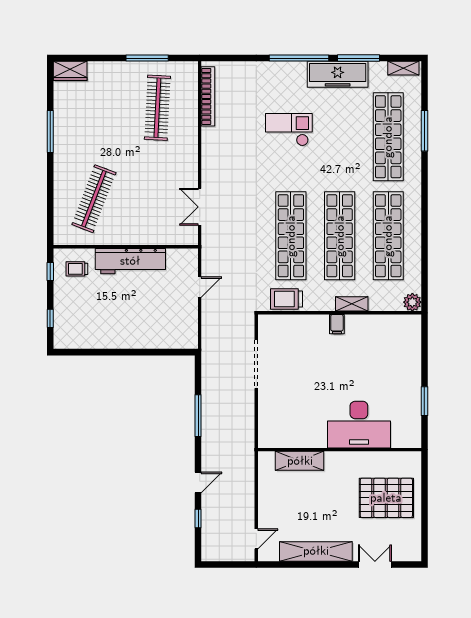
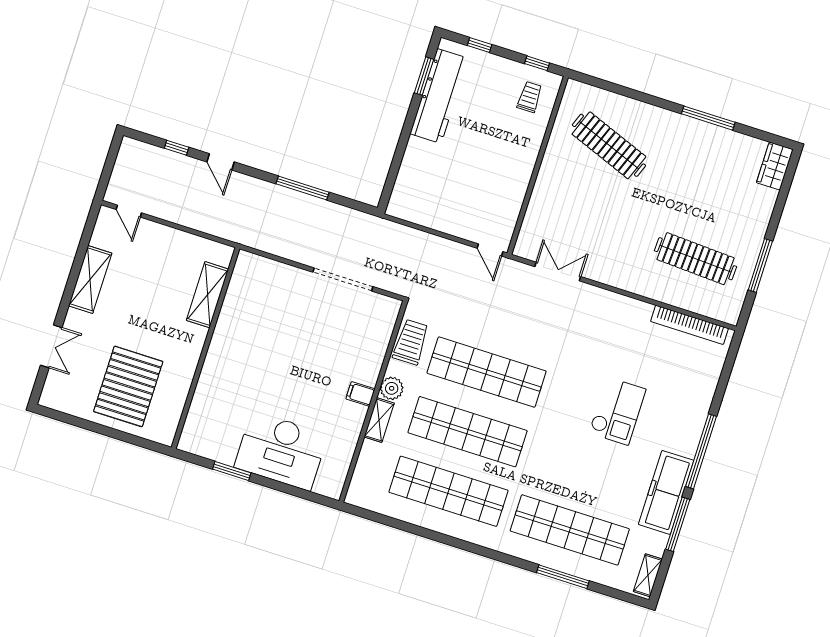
workbench: (130, 261) -> (439, 96), moved, turned 180
door: (200, 287) -> (490, 250), moved
plant: (412, 302) -> (392, 388), moved
window: (86, 352) -> (424, 76), added
desk: (359, 425) -> (281, 451), moved, turned -90
shelving: (316, 551) -> (90, 279), width x0.68

